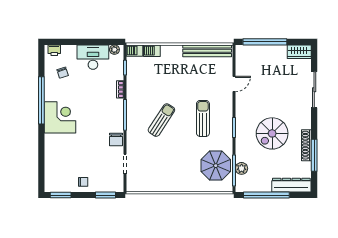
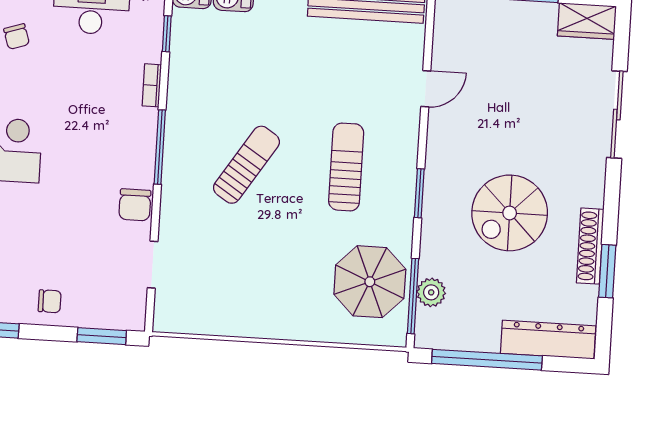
window: (314, 155) -> (607, 271), width x0.69

